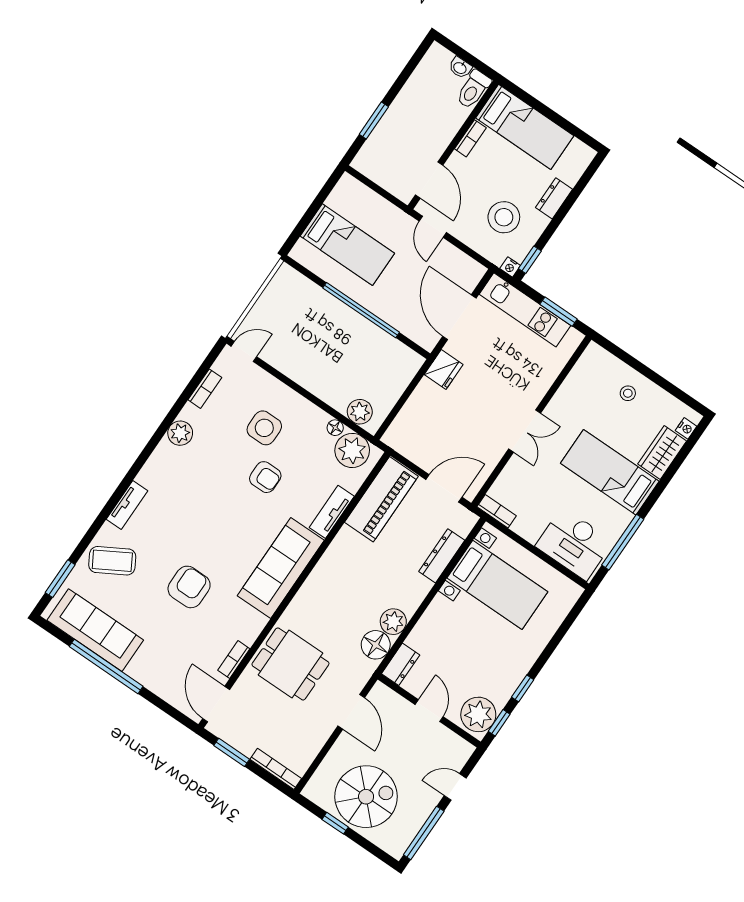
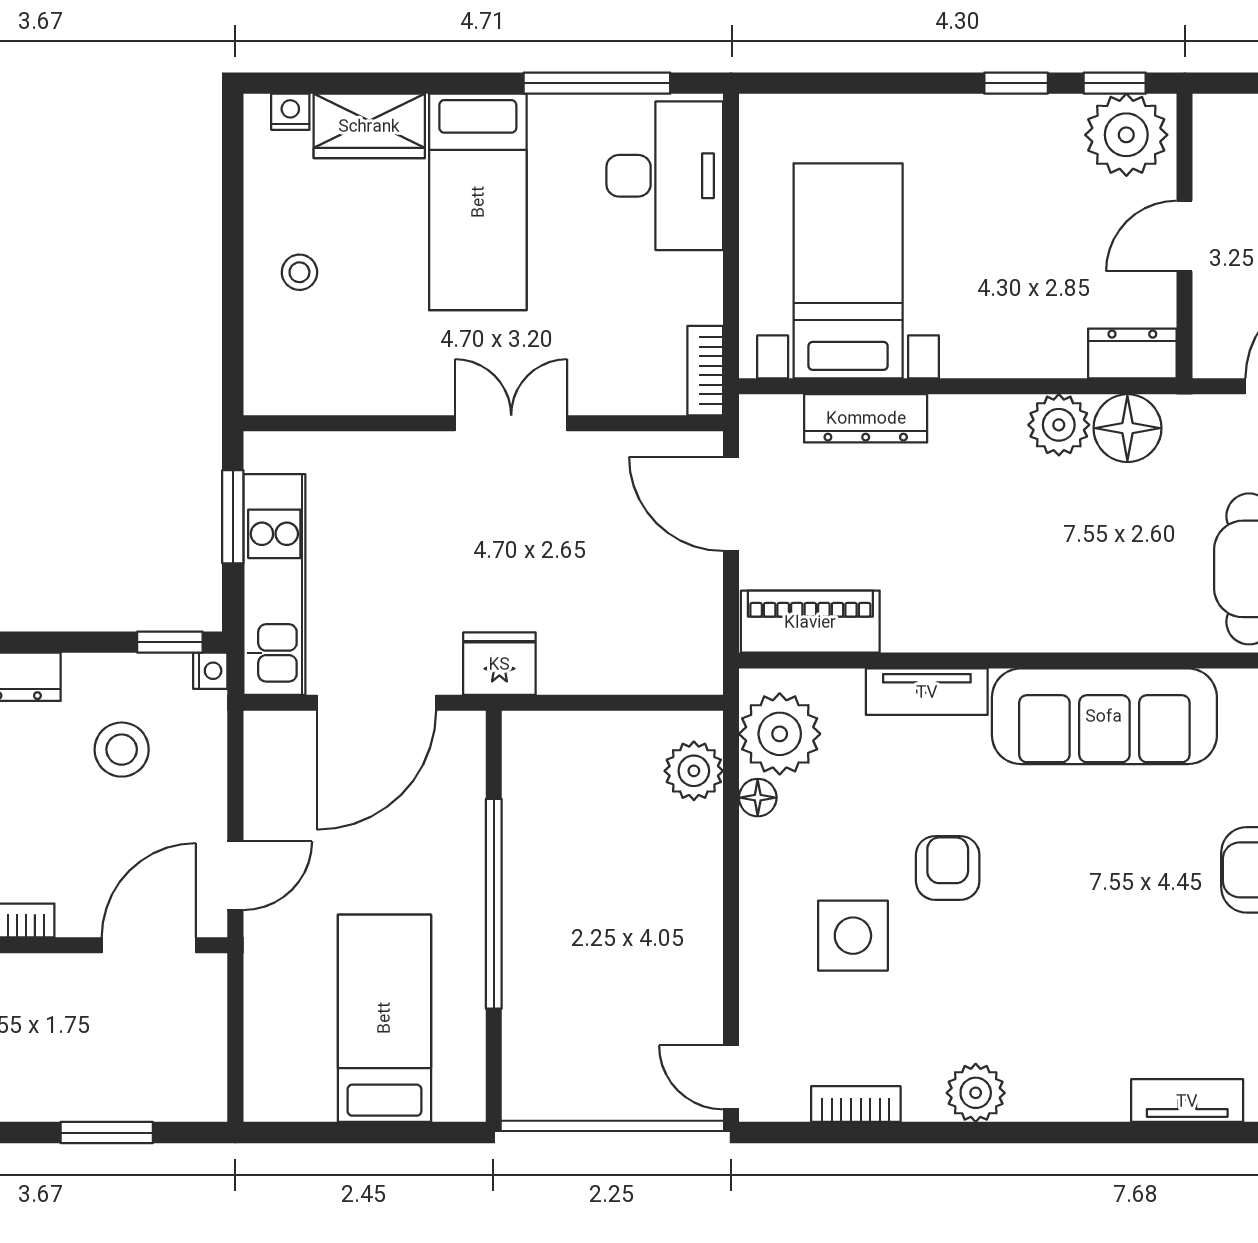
stool: (504, 217) -> (122, 750), width x0.73, depth x0.73
piano: (381, 499) -> (810, 622), width x0.73, depth x0.75

